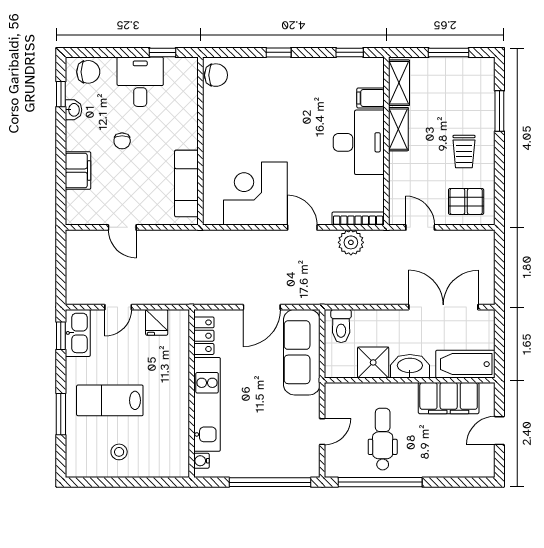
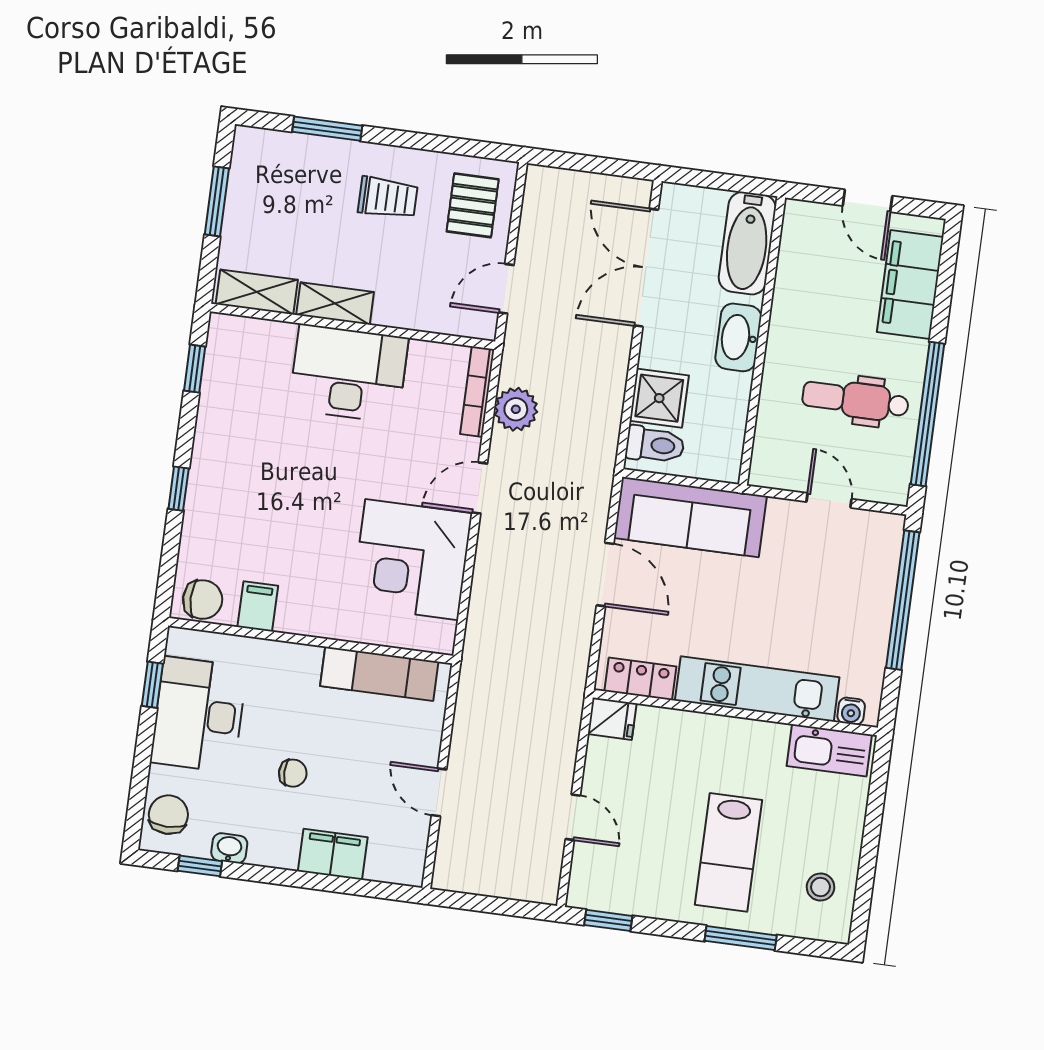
chair: (216, 75) -> (203, 600), turned 90
desk: (140, 82) -> (199, 715), width x1.37
filing cabinet: (371, 98) -> (258, 606), moved, turned 180
door: (122, 227) -> (439, 792), swing flipped
fridge: (157, 322) -> (612, 719), moved
kitchen sink: (78, 333) -> (829, 750), moved, turned 180
shower: (373, 362) -> (659, 398), moved
filing cabinet: (449, 398) -> (910, 285), moved, turned 180
stool: (119, 452) -> (821, 887), moved

